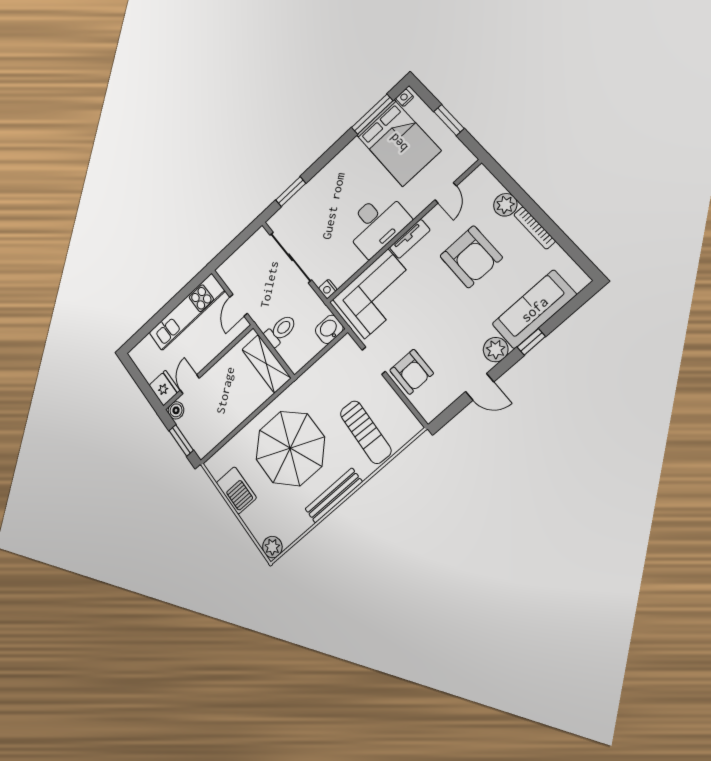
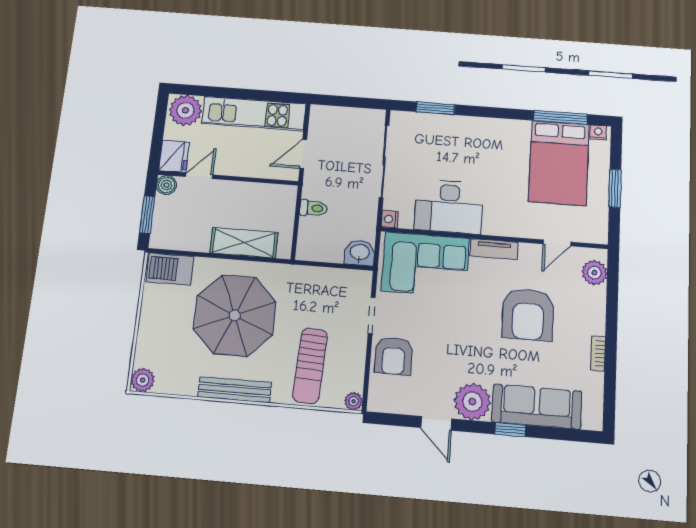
plant: (505, 205) -> (594, 273), moved
desk: (377, 224) -> (449, 207), moved
bookcase: (534, 228) -> (598, 353), width x0.64
toilet: (280, 330) -> (314, 208), width x0.73, depth x0.72
plant: (496, 350) -> (472, 402), width x1.36, depth x1.36
plant: (145, 353) -> (185, 110), added
shelving: (266, 364) -> (244, 243), moved, turned 90
plant: (414, 427) -> (354, 401), added
barbecue: (236, 490) -> (170, 269), moved, turned 90

